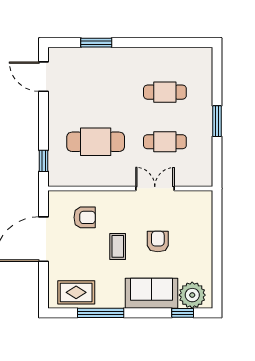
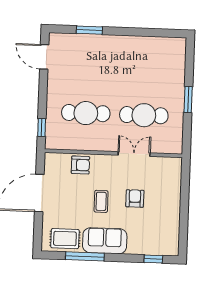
cafe table: (165, 92) -> (145, 74), removed
cafe table: (165, 142) -> (144, 115), width x1.37, depth x1.35
armchair: (85, 217) -> (80, 165), moved
sofa: (151, 293) -> (105, 241), moved
plant: (192, 295) -> (162, 244), removed

